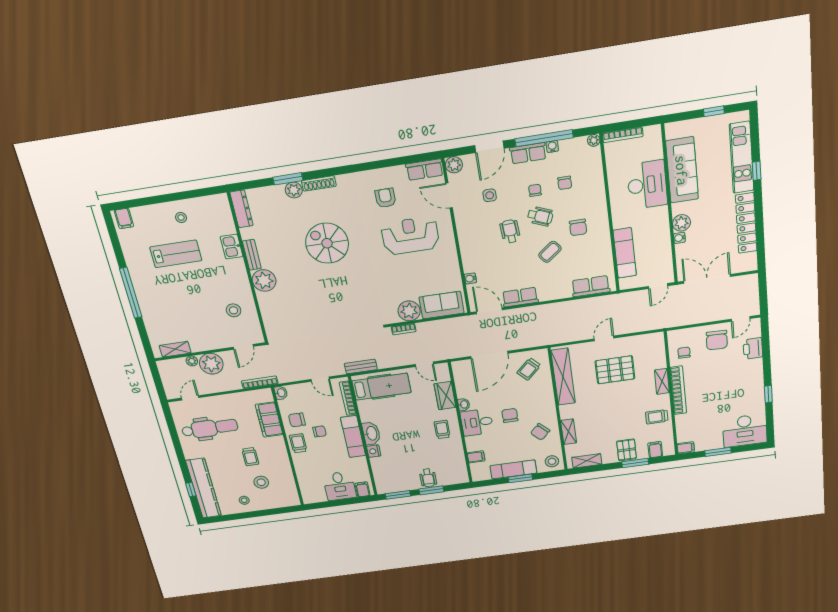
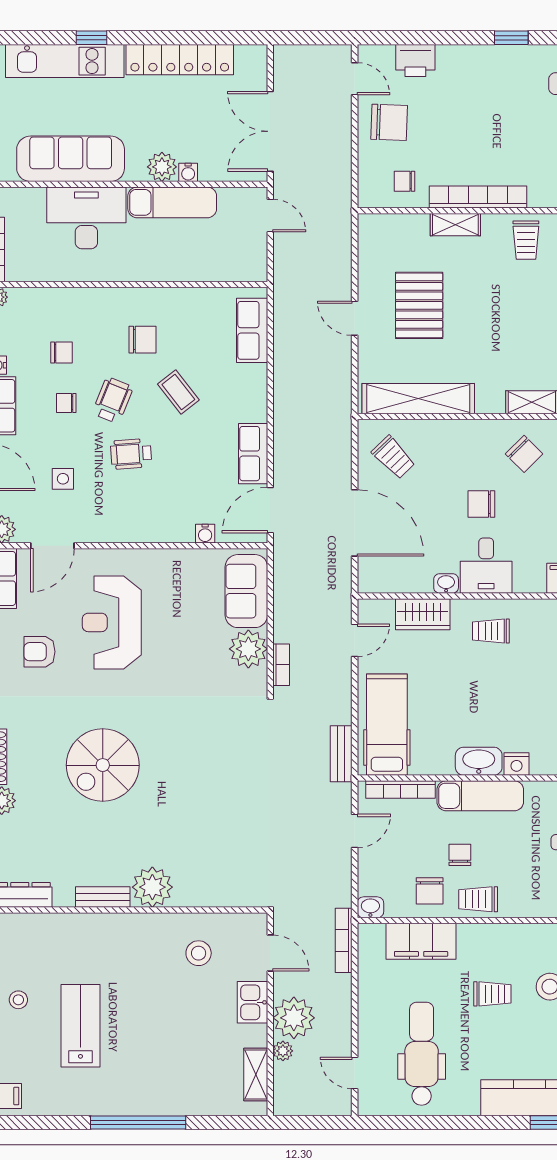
kitchen sink: (232, 247) -> (252, 1002), moved, turned 90
exam couch: (625, 253) -> (172, 202), moved, turned 180

